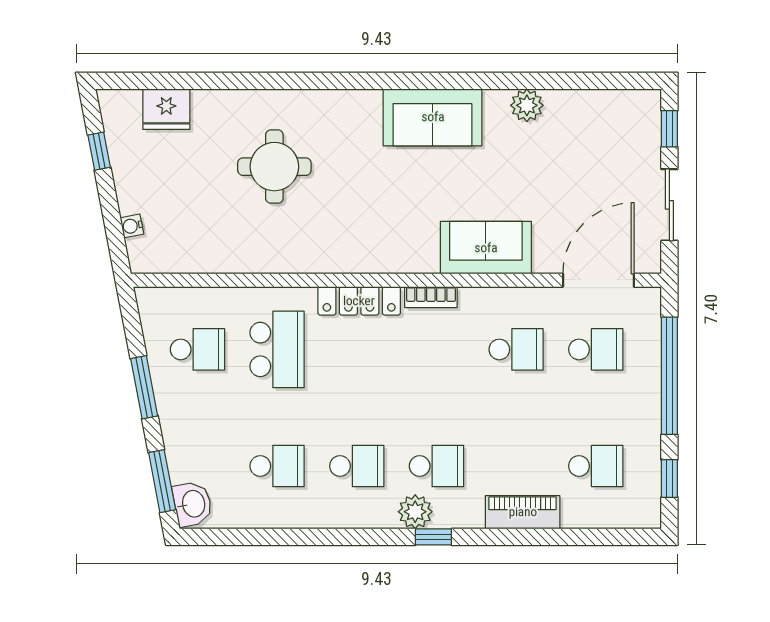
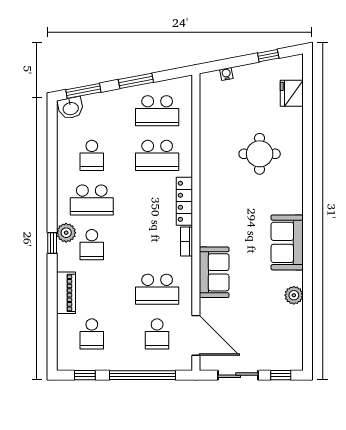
school desk: (197, 349) -> (157, 111), width x1.85
school desk: (516, 349) -> (157, 289), width x1.85
school desk: (357, 466) -> (92, 200), width x1.85

